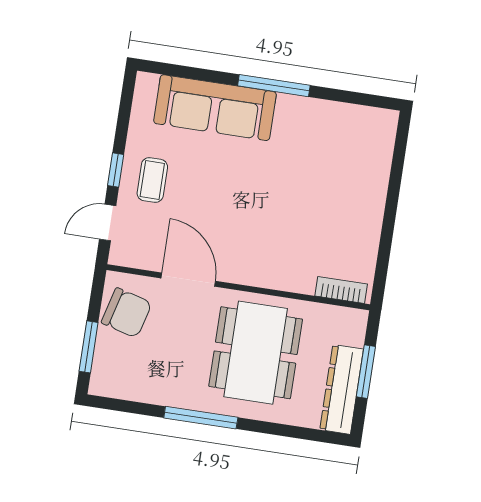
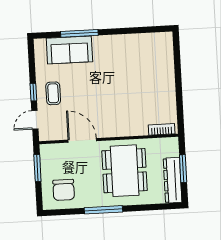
window: (274, 86) -> (79, 33), moved
sofa: (215, 108) -> (69, 50), width x0.73
chair: (127, 313) -> (64, 190), moved, turned 75
window: (89, 347) -> (37, 168), moved

